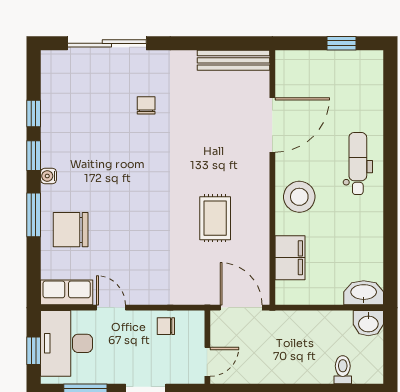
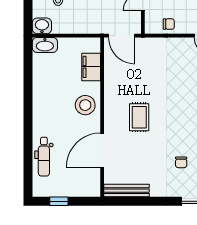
dental chair: (358, 164) -> (44, 157), moved
rug: (215, 218) -> (139, 117), moved

